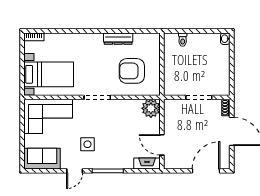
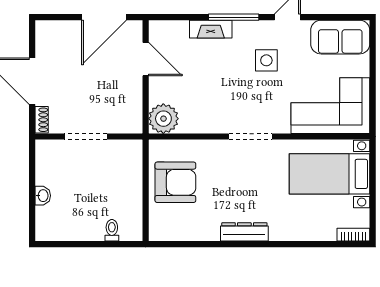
dresser: (118, 39) -> (244, 232), moved
washbasin: (225, 39) -> (43, 196), moved
armchair: (132, 71) -> (175, 182), moved
fireplace: (147, 163) -> (211, 29), moved
door: (206, 171) -> (104, 17), moved

